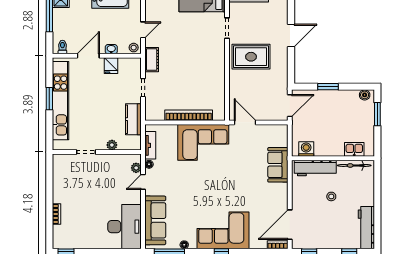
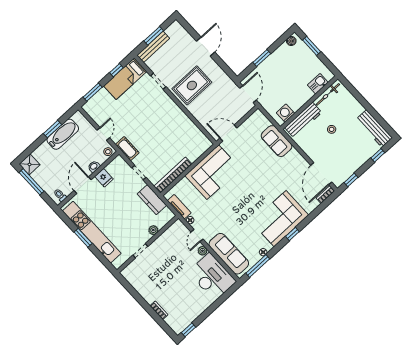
bookcase: (189, 115) -> (173, 175), moved
plant: (136, 168) -> (202, 251), moved

